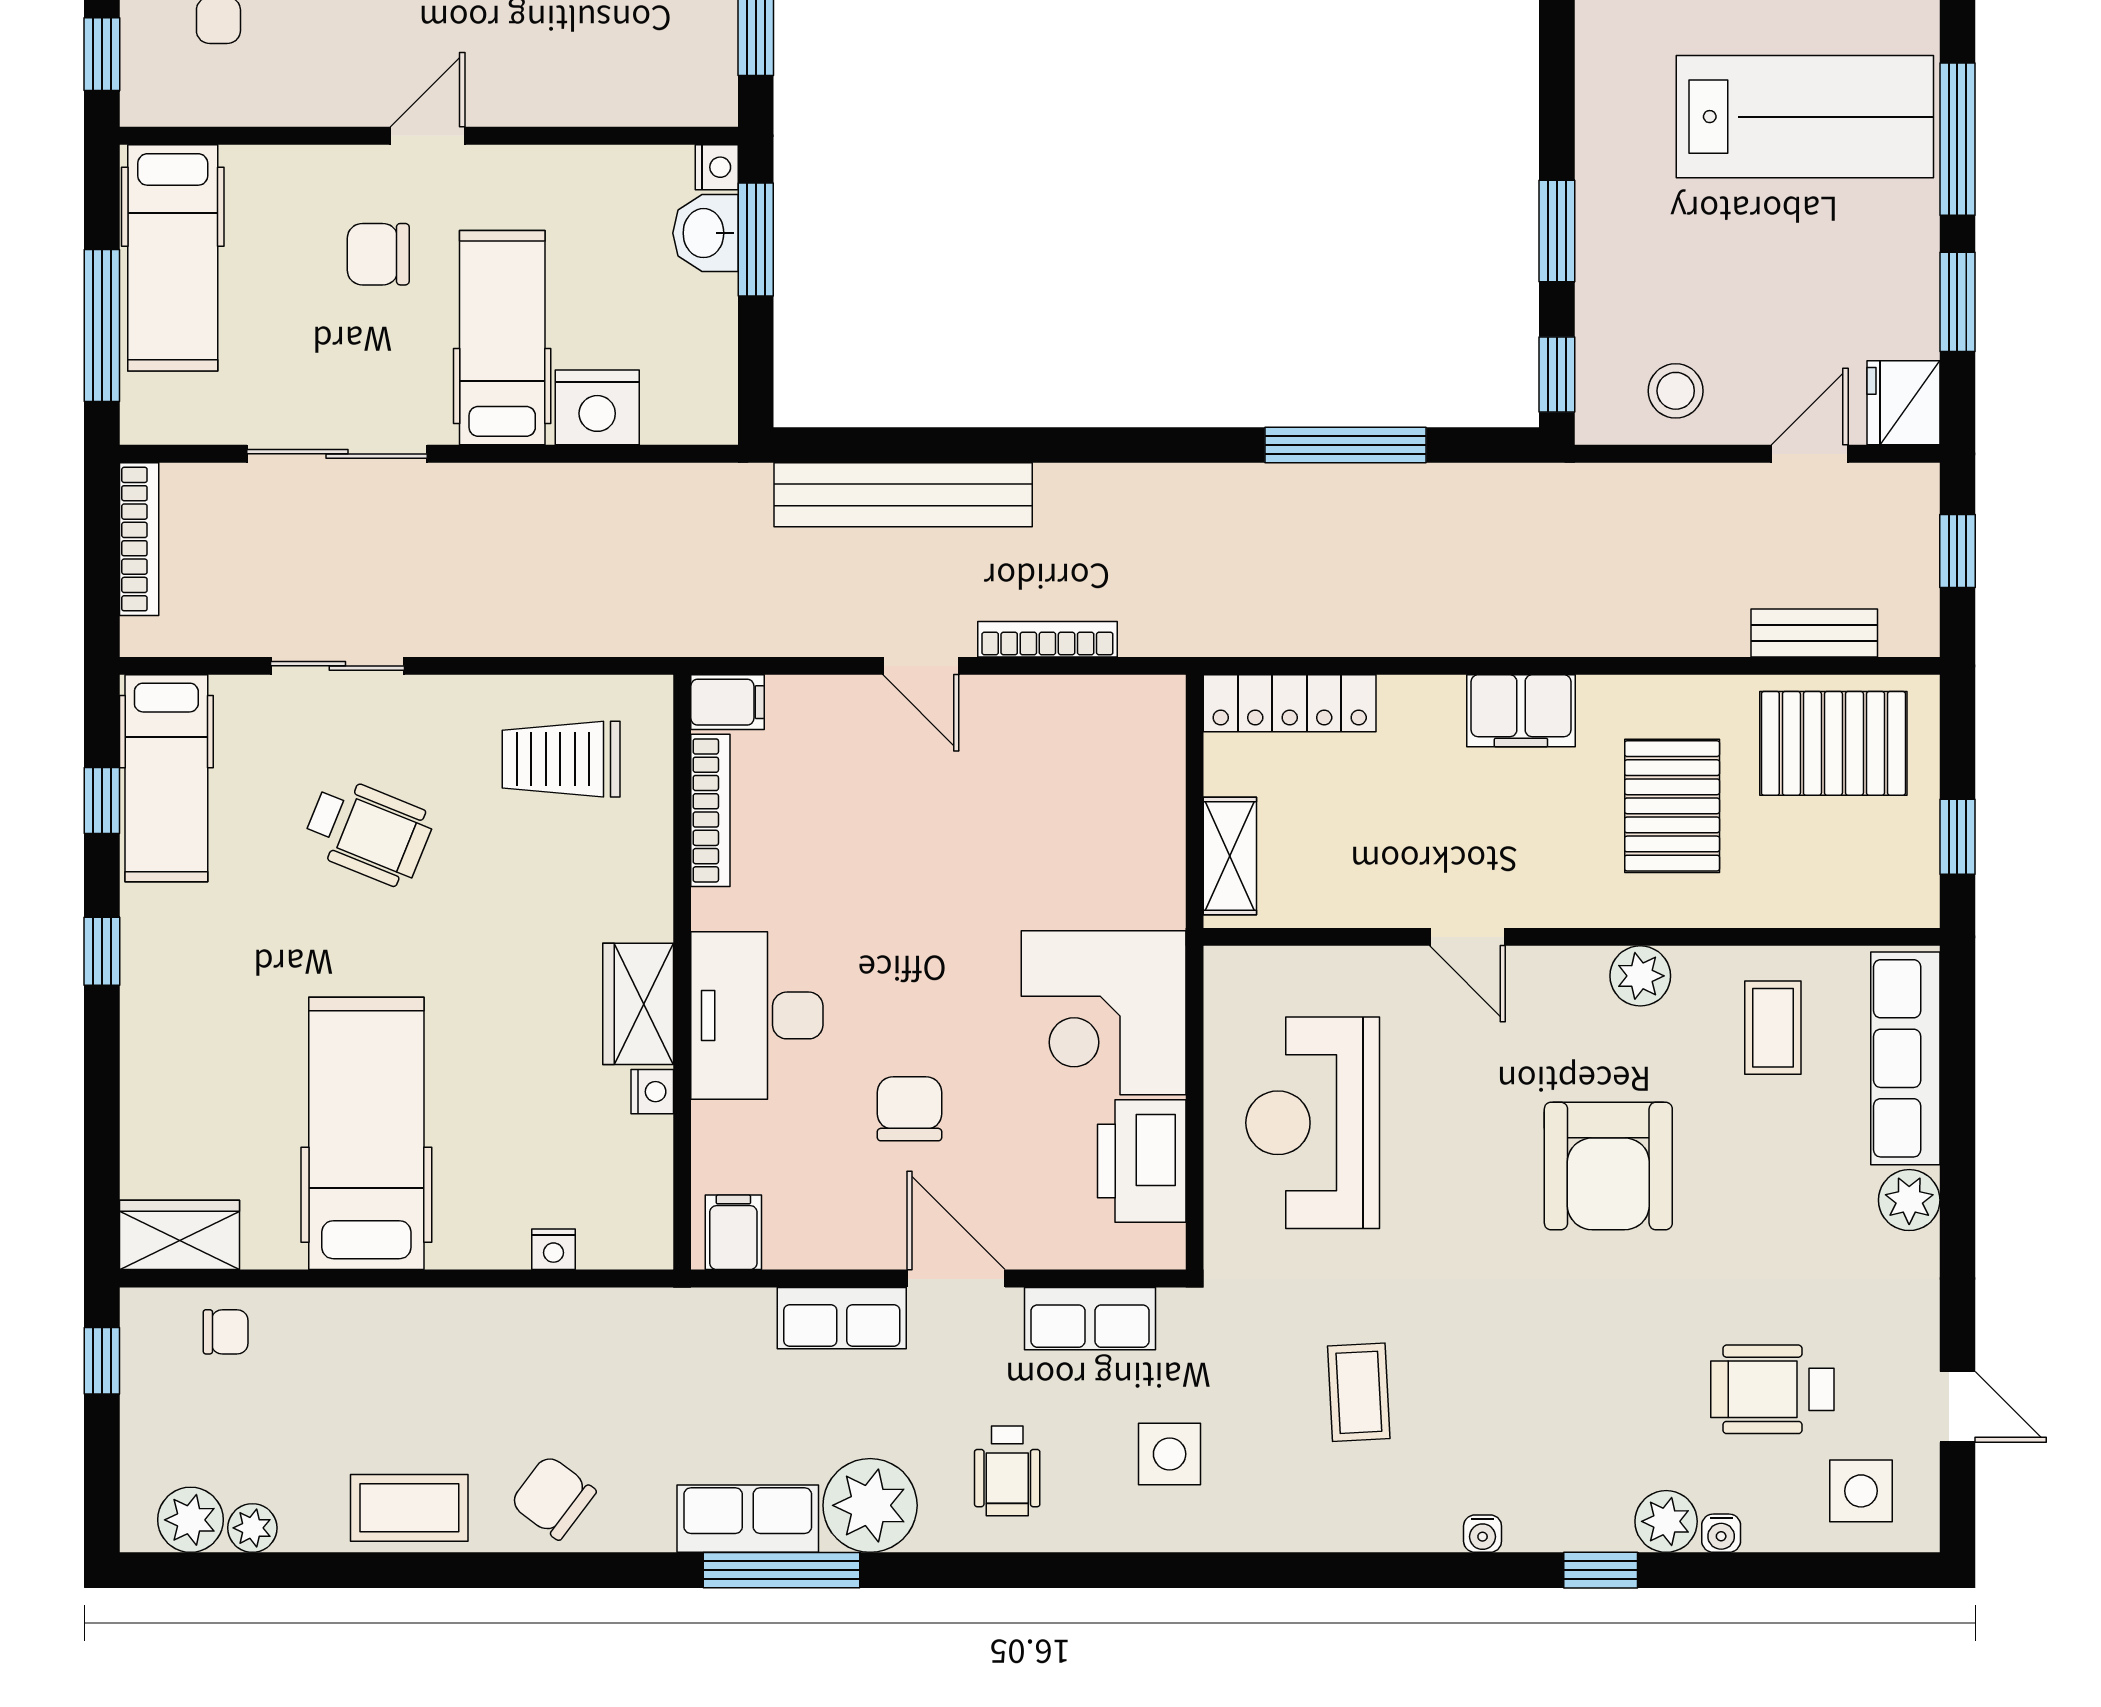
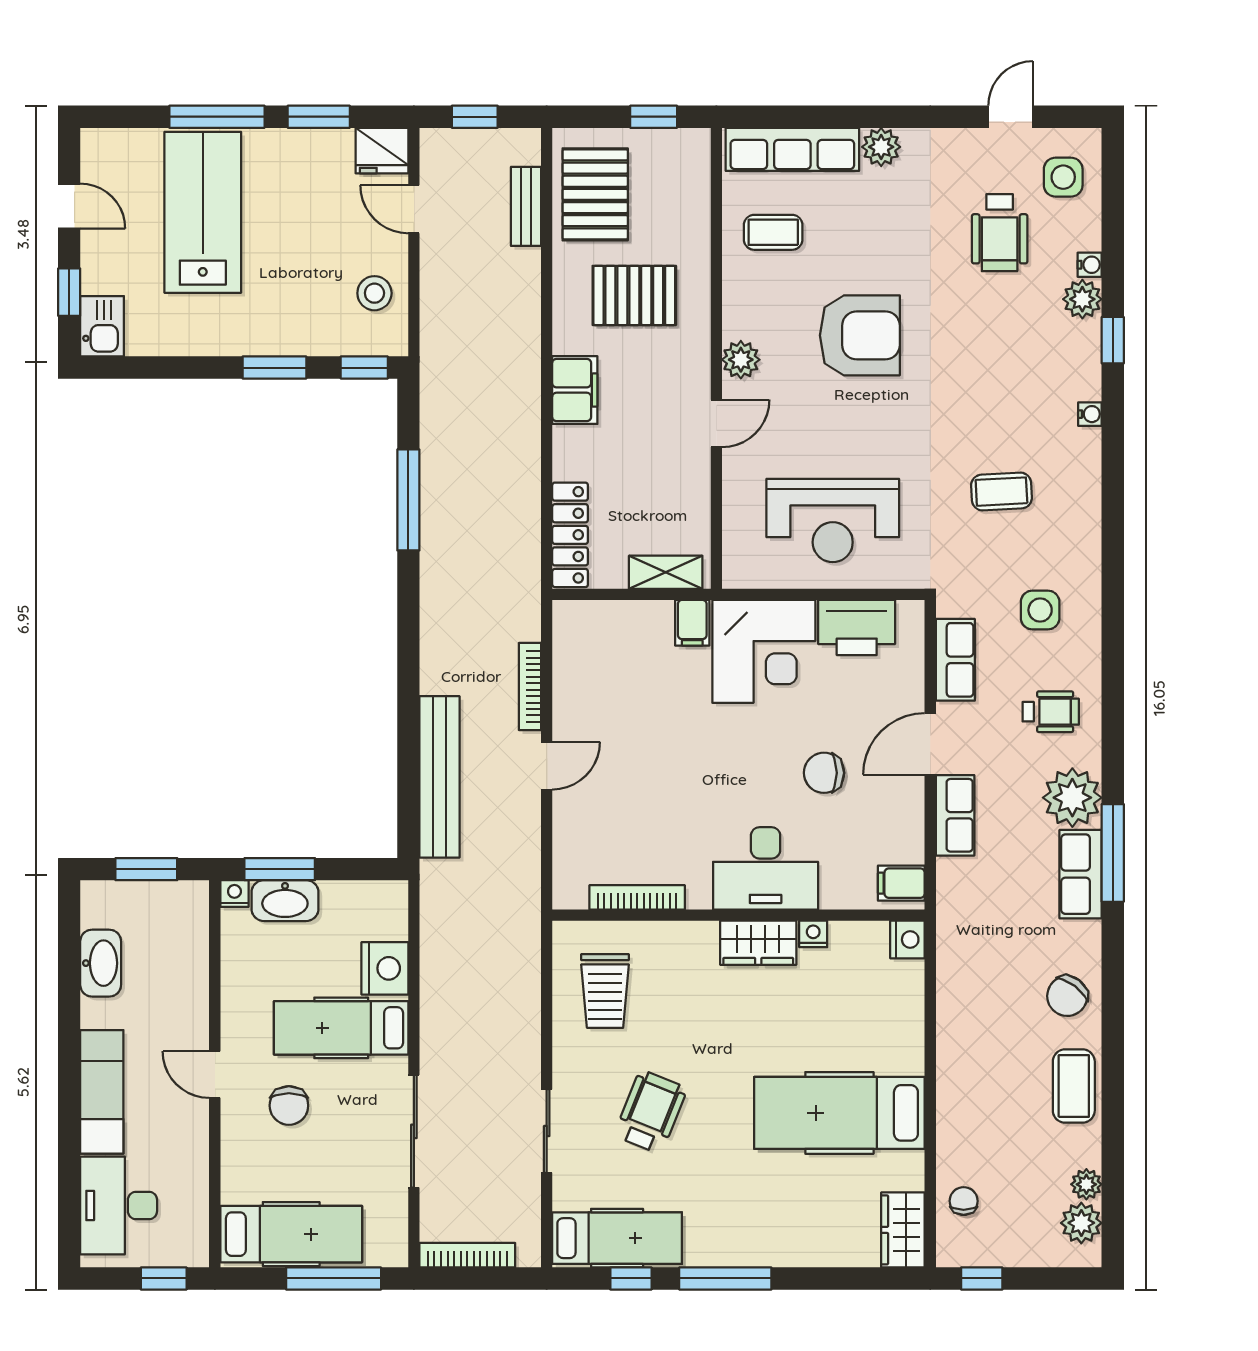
washbasin: (705, 233) -> (285, 901), width x1.38
filing cabinet: (728, 702) -> (692, 623), moved, turned 180
window: (102, 951) -> (725, 1278), width x2.17
plant: (1640, 976) -> (741, 360), moved
nightstand: (553, 1249) -> (907, 940), moved, width x1.39, depth x1.35

